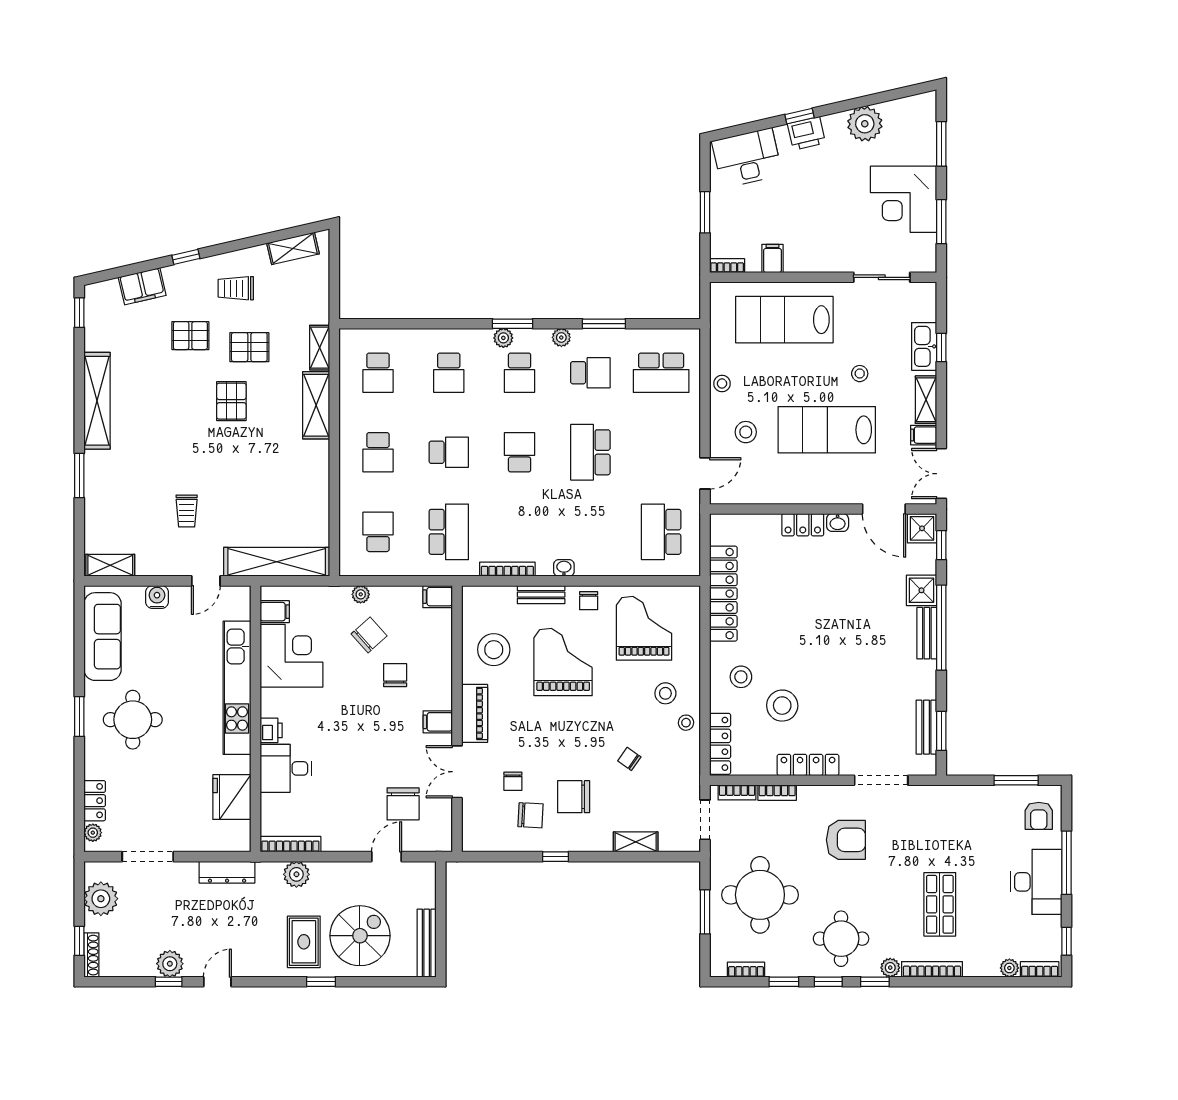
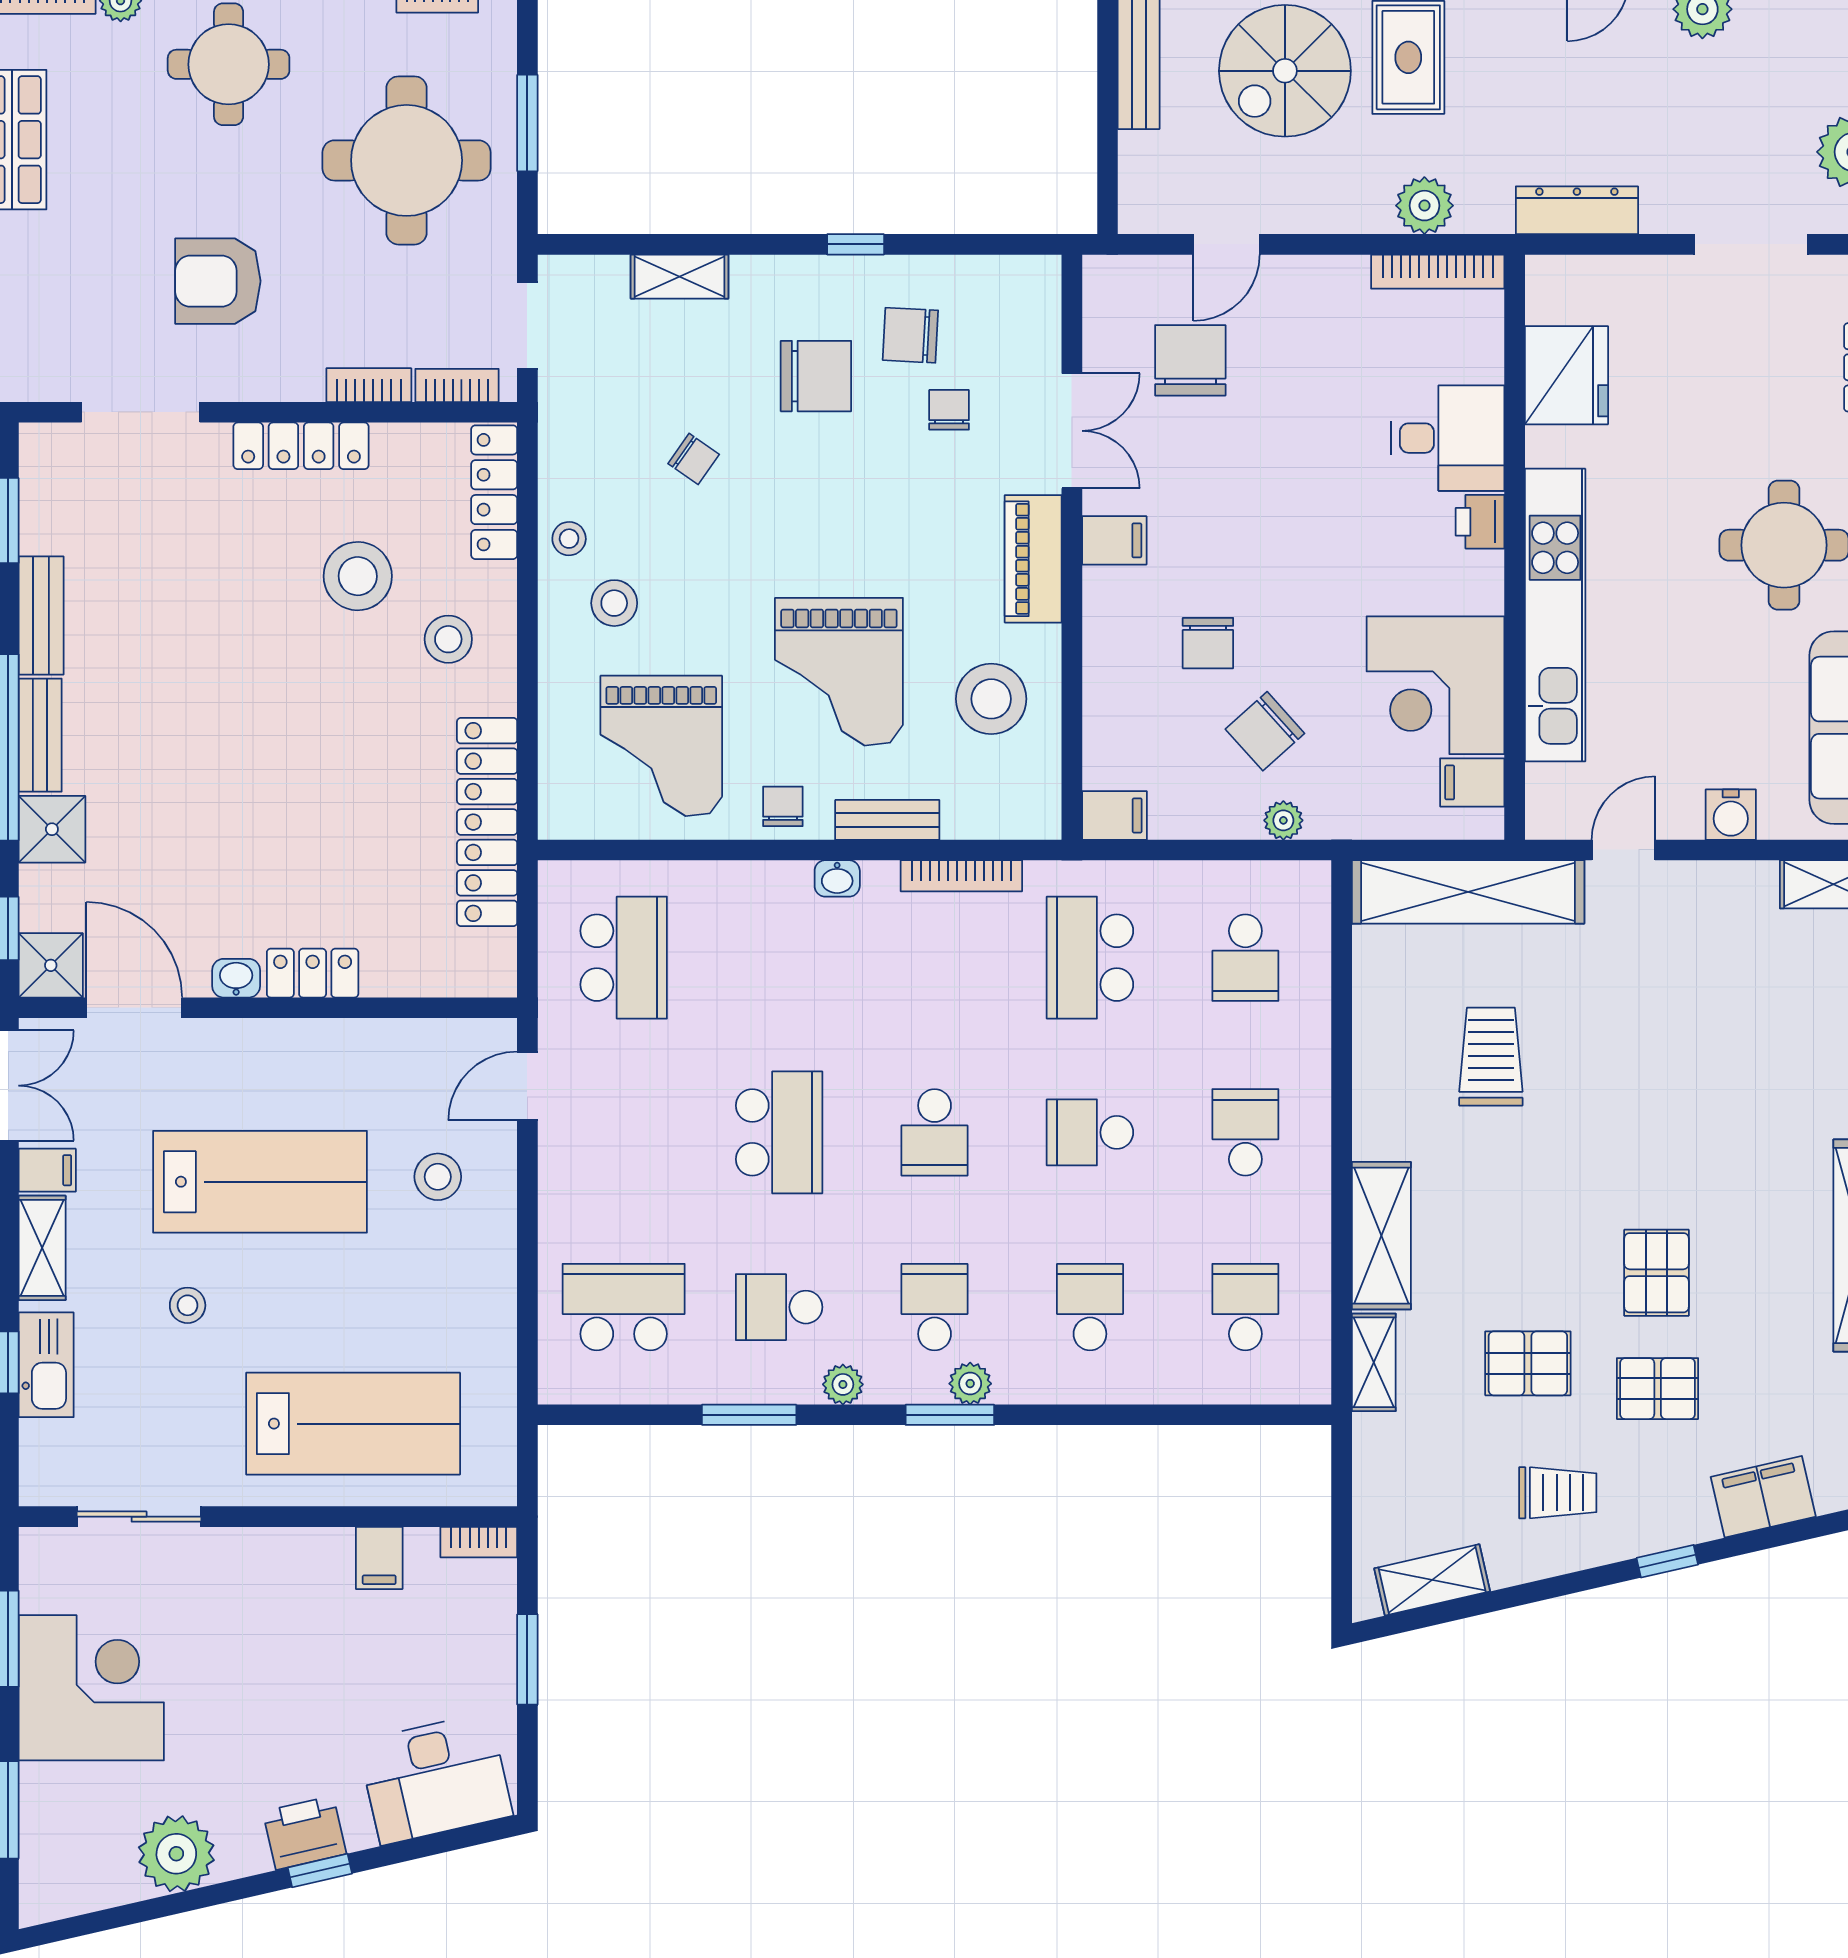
stool: (722, 384) -> (490, 1283), removed
pallet: (231, 401) -> (1656, 1273), moved
trolley: (187, 511) -> (1491, 1057), moved, width x1.36, depth x1.39
bench: (926, 727) -> (41, 615), moved

